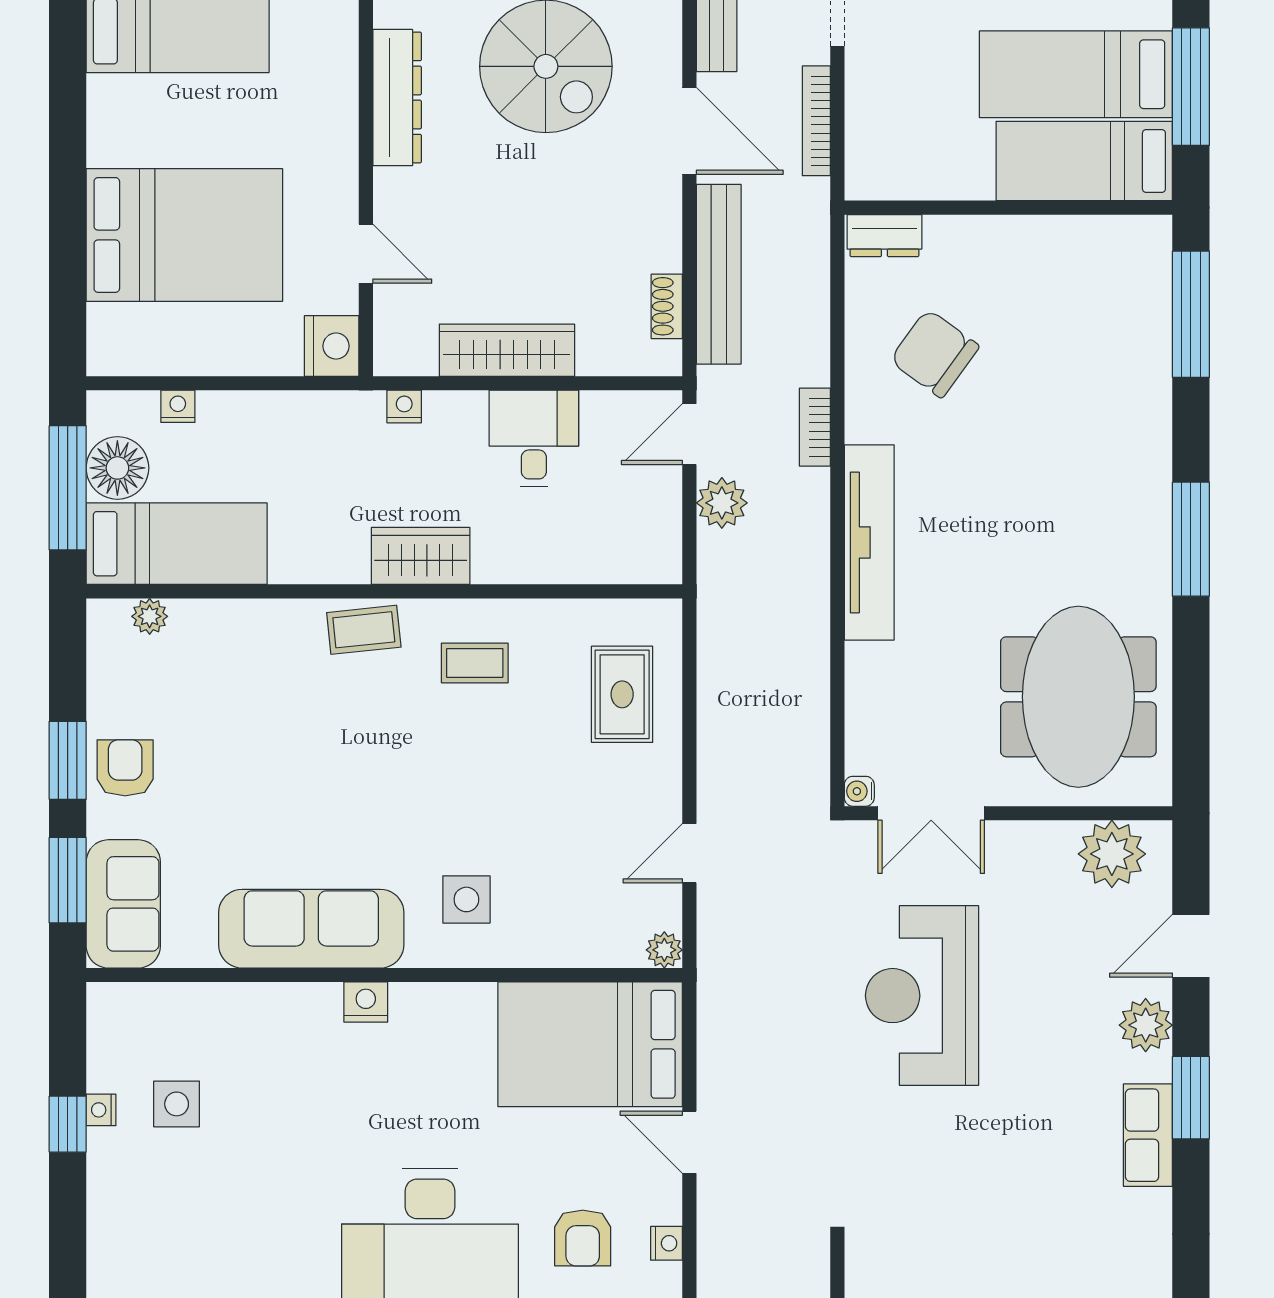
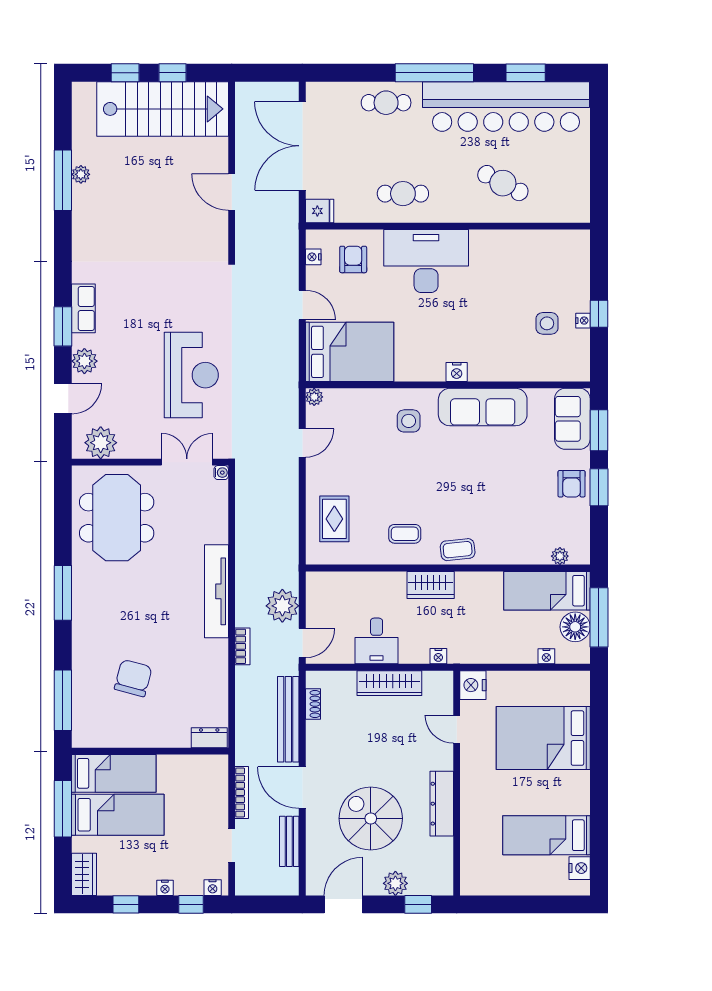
chair: (934, 353) -> (133, 678), moved, turned -111
plant: (722, 503) -> (282, 606), width x1.36, depth x1.36

